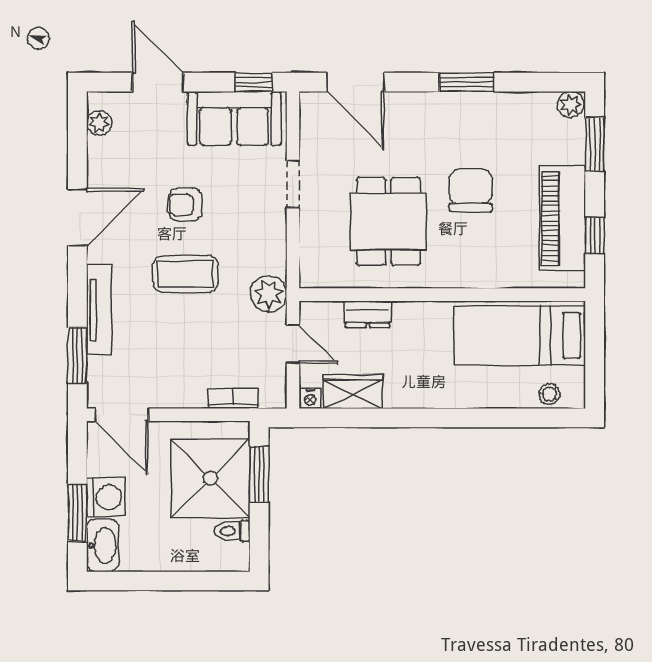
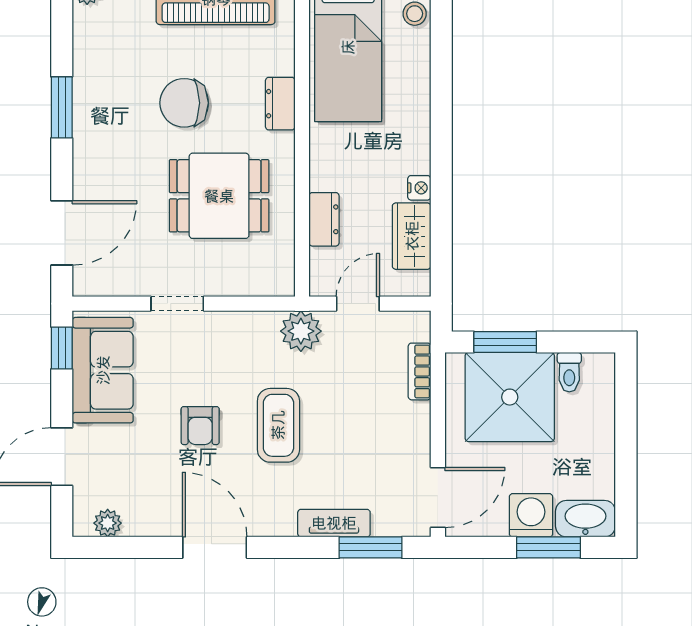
dresser: (470, 275) -> (280, 104), added
tv unit: (99, 310) -> (334, 523), width x0.71
nightstand: (310, 398) -> (419, 188), moved

